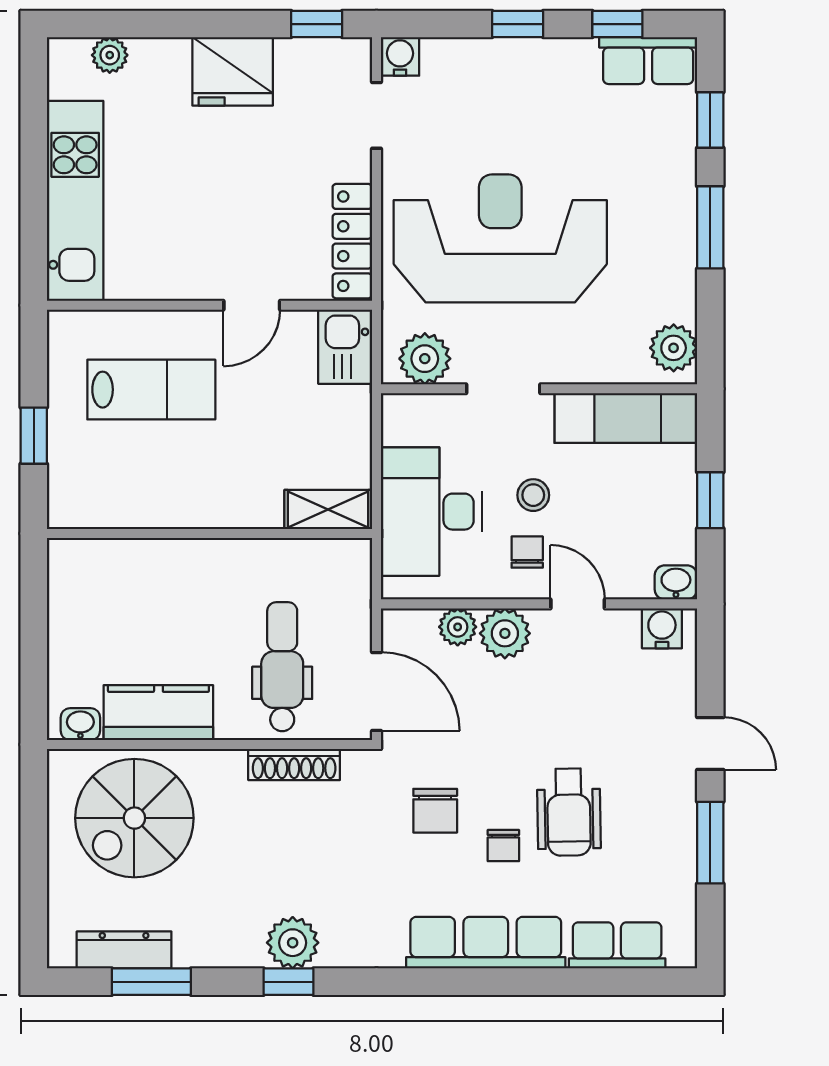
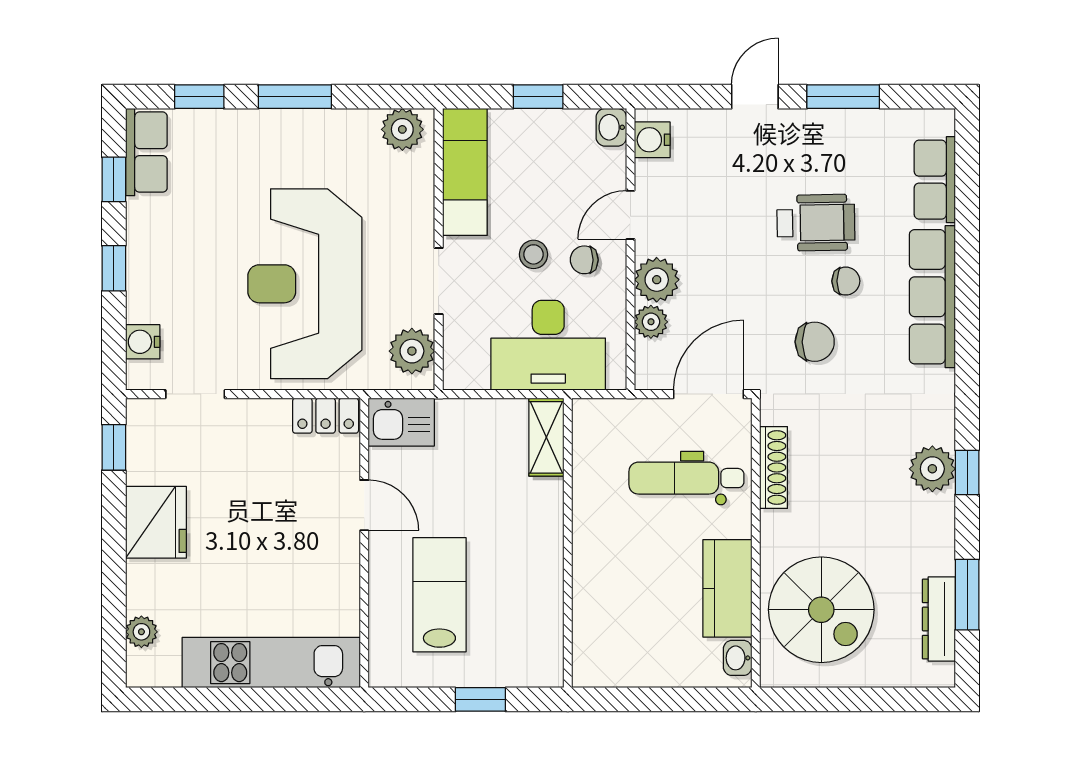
water cooler: (400, 56) -> (143, 342), moved
locker: (352, 241) -> (326, 416), width x0.66

